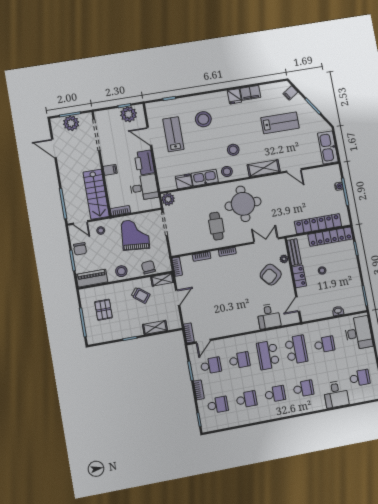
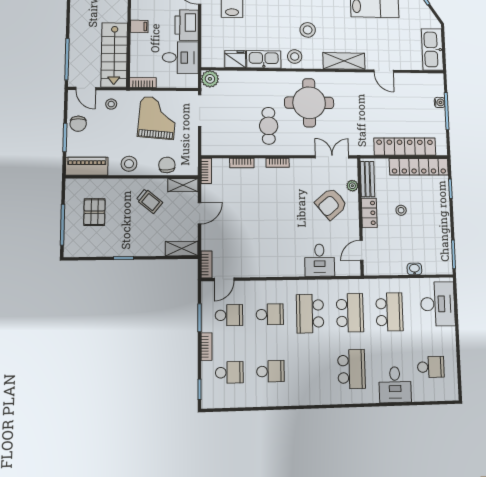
shelving: (155, 327) -> (182, 249), moved
school desk: (324, 344) -> (389, 312), width x1.85
school desk: (303, 389) -> (351, 369), width x1.85
school desk: (275, 394) -> (311, 370), removed

